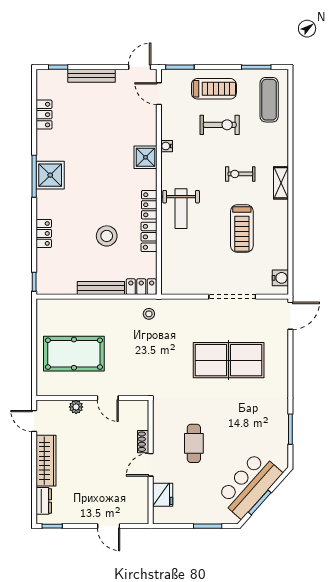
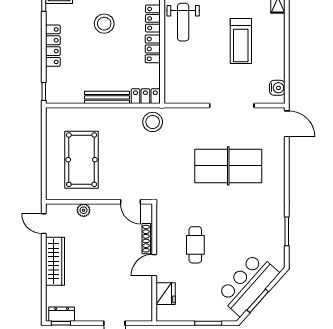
locker: (44, 233) -> (53, 46), width x1.53
stool: (107, 236) -> (104, 24), moved
stool: (149, 314) -> (153, 122), width x1.89, depth x1.89
door: (290, 316) -> (287, 124), hinge flipped
pool table: (74, 354) -> (82, 160), turned 90
door: (108, 398) -> (130, 202), moved
shoe rack: (143, 442) -> (147, 239), width x1.43
dresser: (44, 501) -> (62, 314), moved, turned -90

